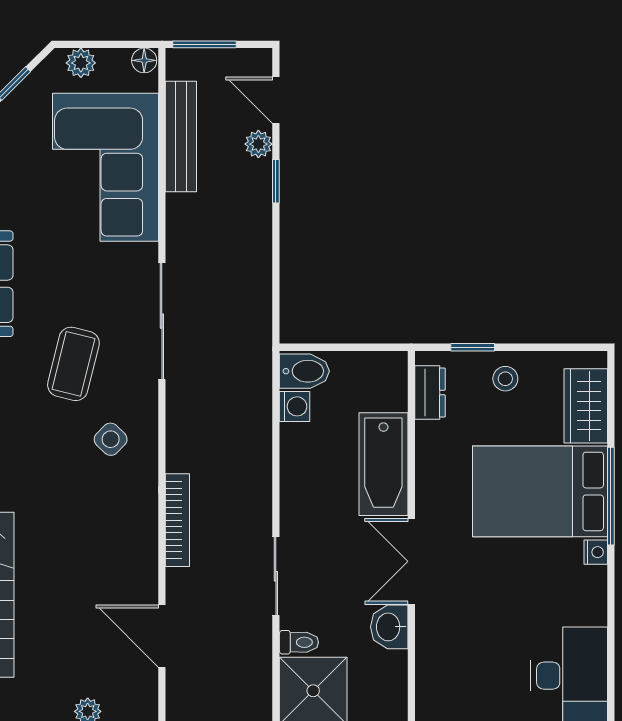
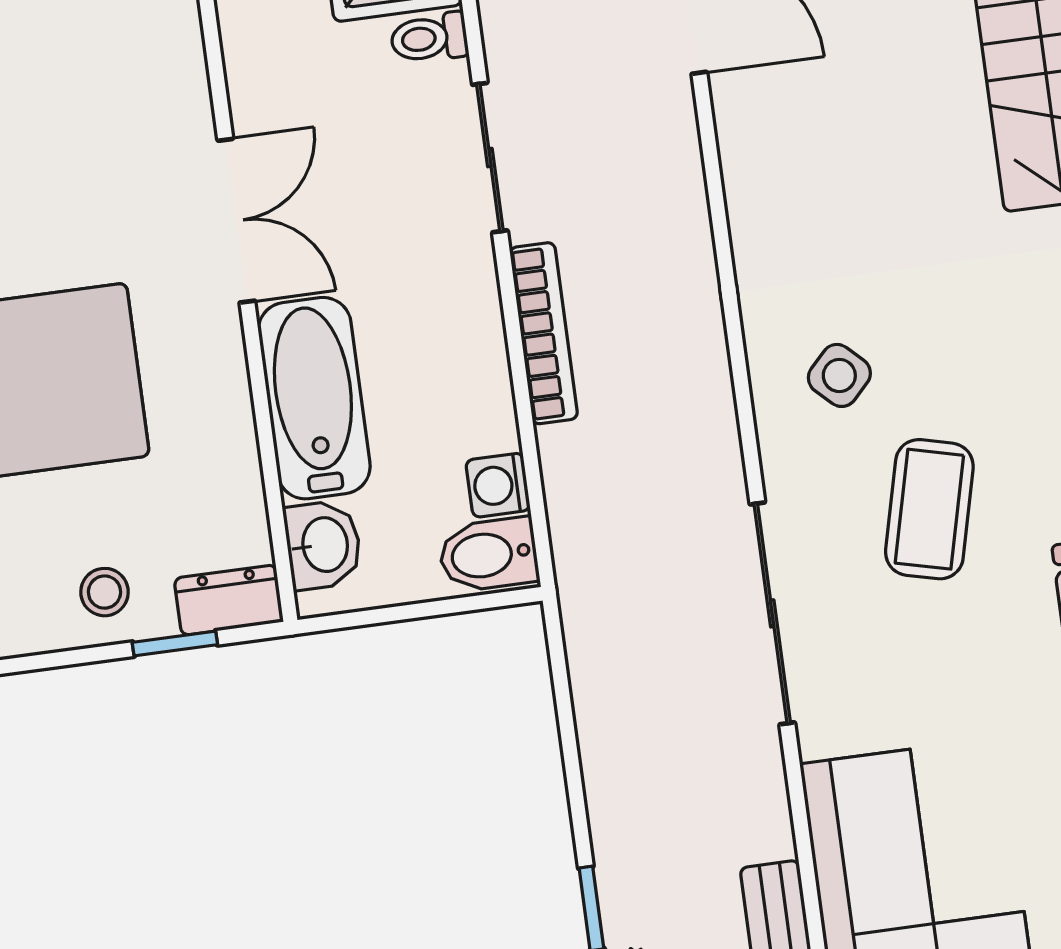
dresser: (430, 393) -> (229, 600), moved, turned 90
bookcase: (177, 520) -> (544, 333), moved, turned 180
washbasin: (389, 627) -> (323, 545), moved

